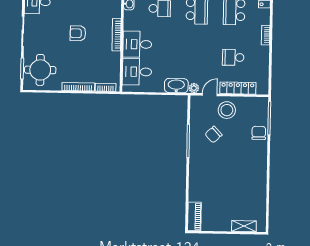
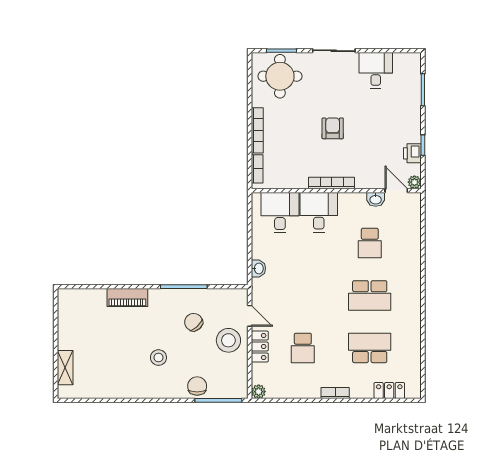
school desk: (233, 57) -> (303, 348), turned 180
washbasin: (176, 86) -> (258, 268), width x0.52, depth x0.69
plant: (194, 88) -> (259, 392), moved
locker: (238, 88) -> (260, 347), width x0.66
chair: (259, 133) -> (197, 386), turned -90
stool: (238, 160) -> (158, 358), added
piano: (194, 216) -> (127, 298), moved

